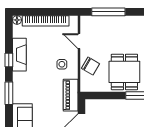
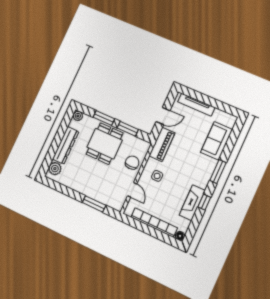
window: (108, 12) -> (94, 204), width x0.69
chair: (90, 66) -> (132, 163), turned 60
window: (109, 96) -> (128, 129), added

